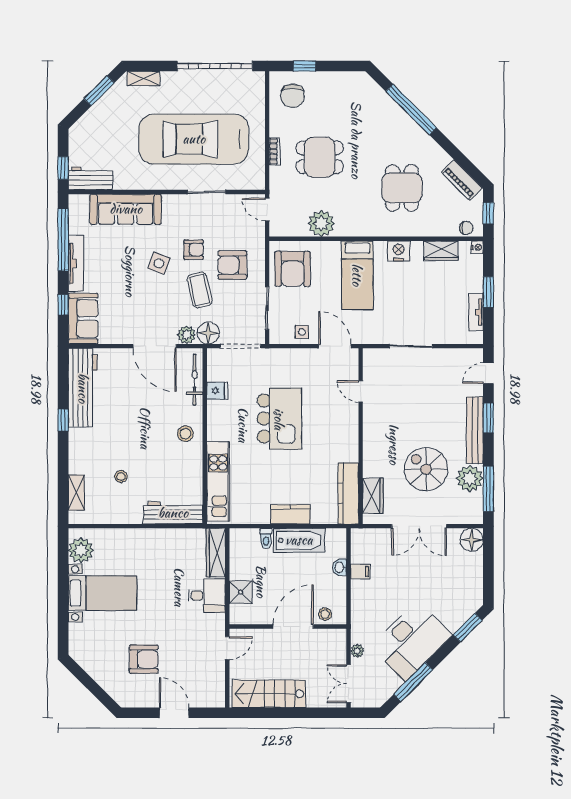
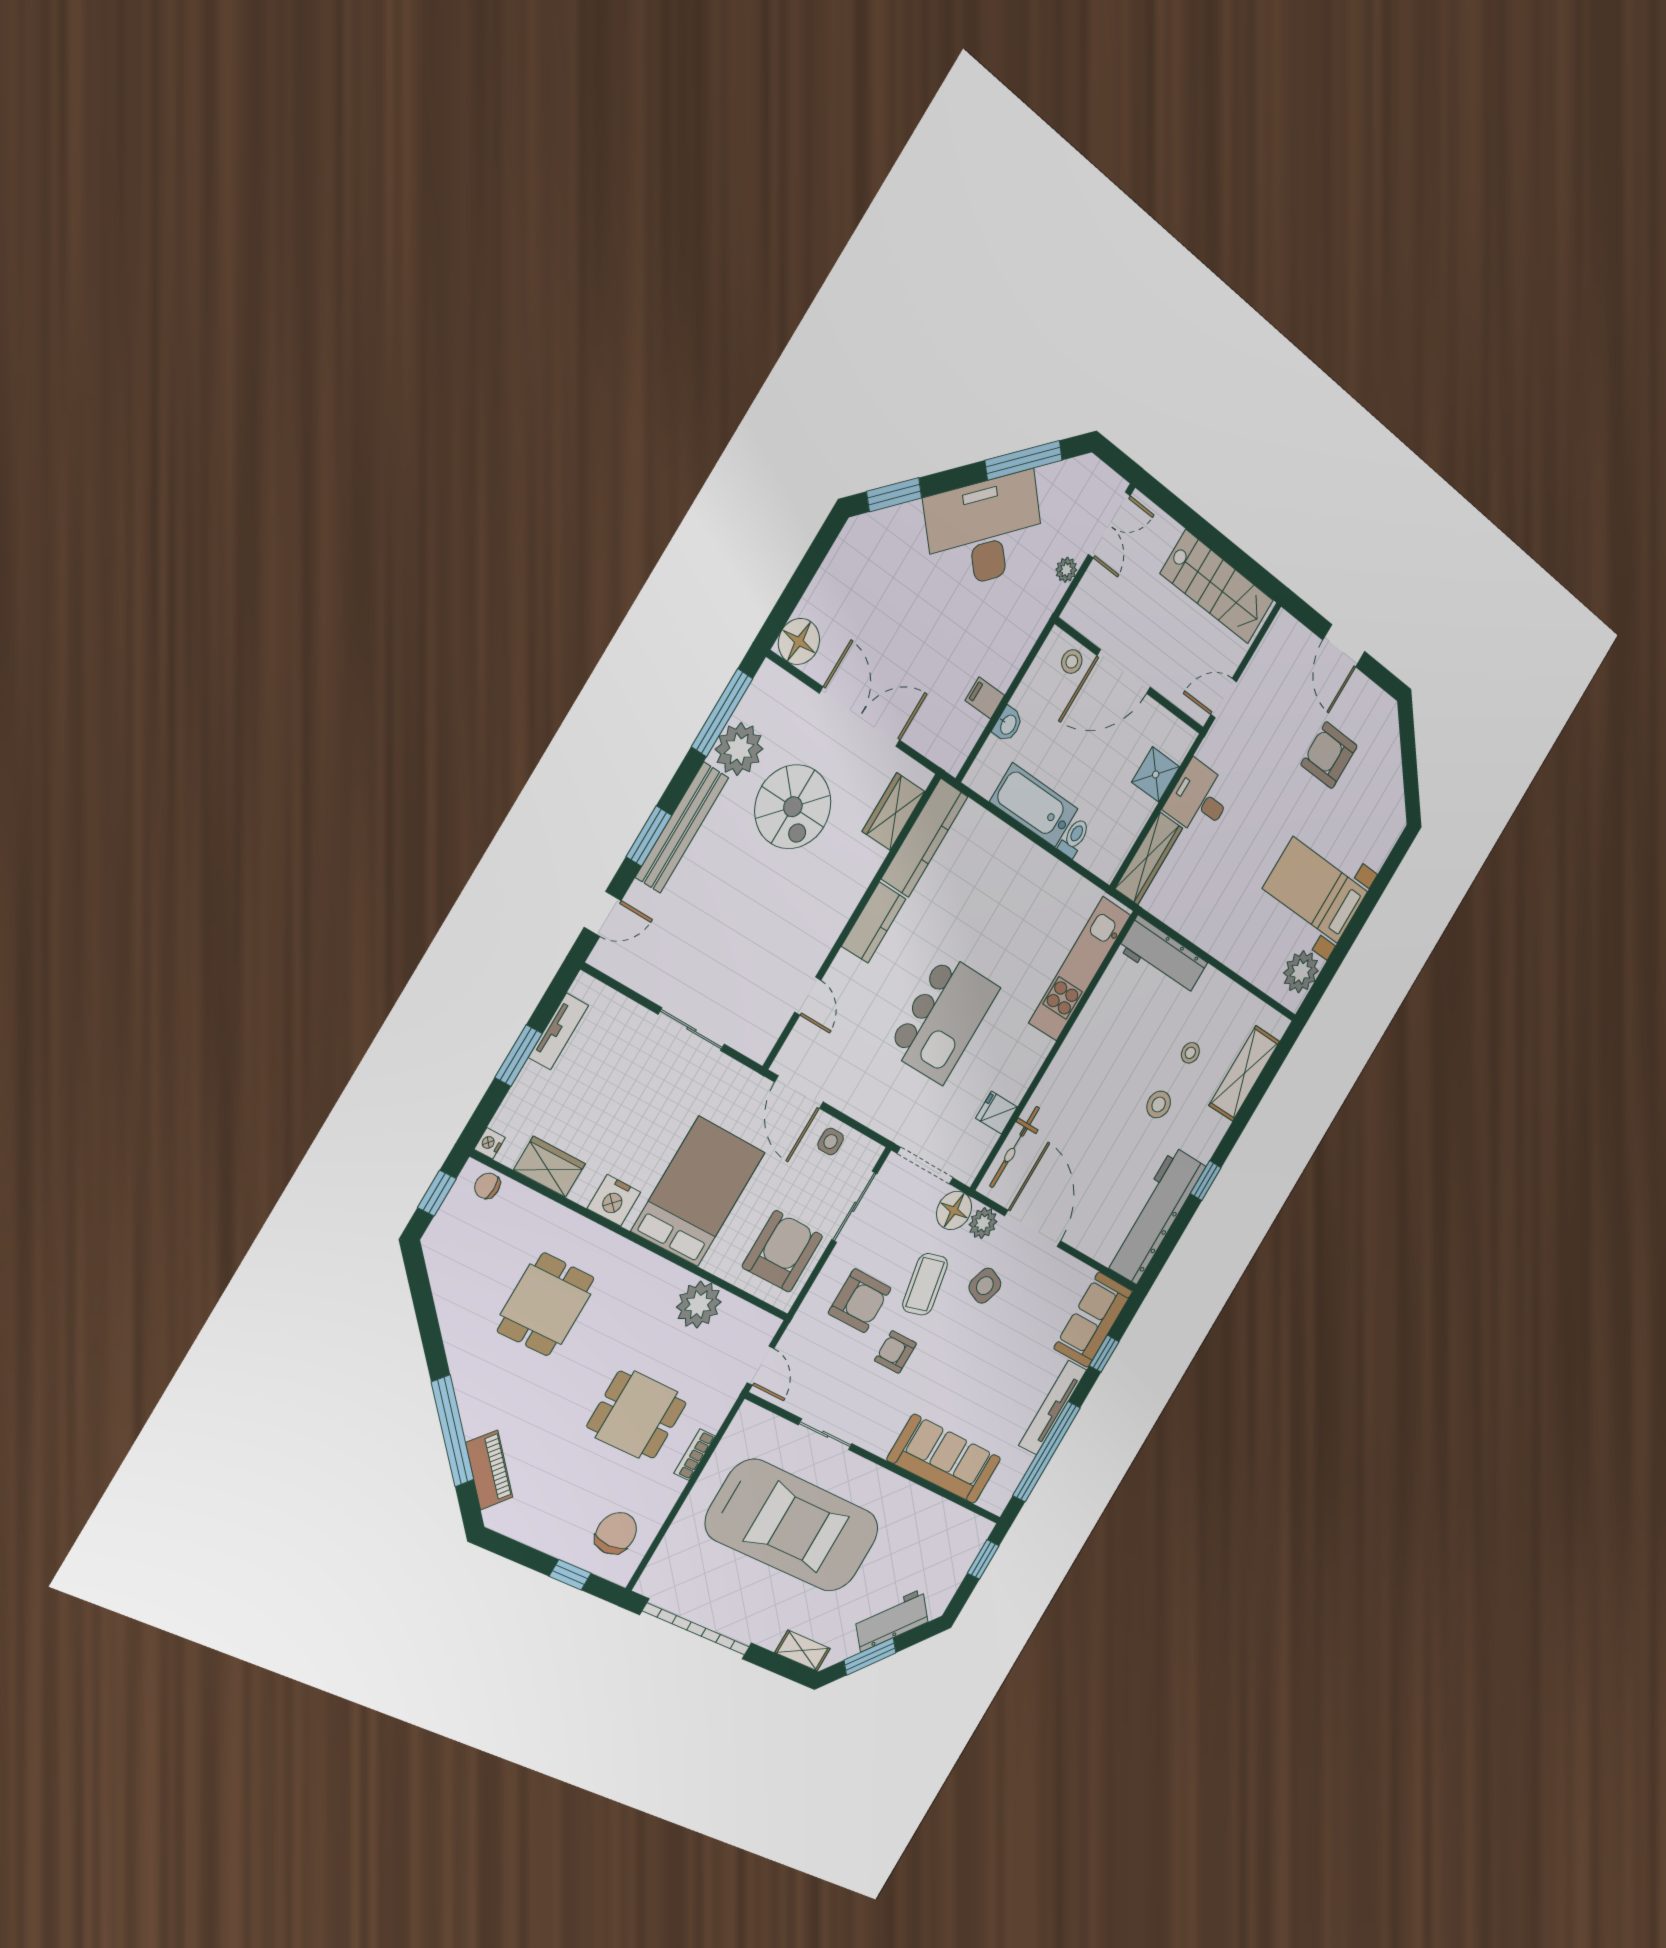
workbench: (91, 178) -> (892, 1620), moved, turned 135
piano: (462, 180) -> (489, 1470), moved
side table: (159, 263) -> (985, 1286), moved
bed: (357, 275) -> (698, 1192), width x1.50
kitchen island: (279, 419) -> (943, 1019), turned 180
stool: (185, 434) -> (1159, 1104), moved
shelving: (76, 493) -> (1244, 1073), width x1.50, depth x1.33
kitchen counter: (291, 514) -> (874, 923), moved, turned -90

